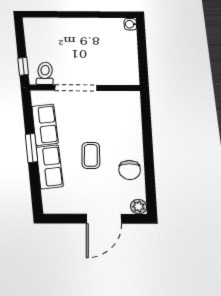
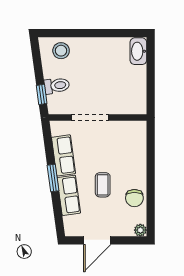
washbasin: (130, 24) -> (138, 51), width x1.91, depth x1.45
stool: (46, 29) -> (61, 51), added
toilet: (45, 73) -> (57, 86), moved, turned 82
door: (104, 219) -> (97, 240), moved

